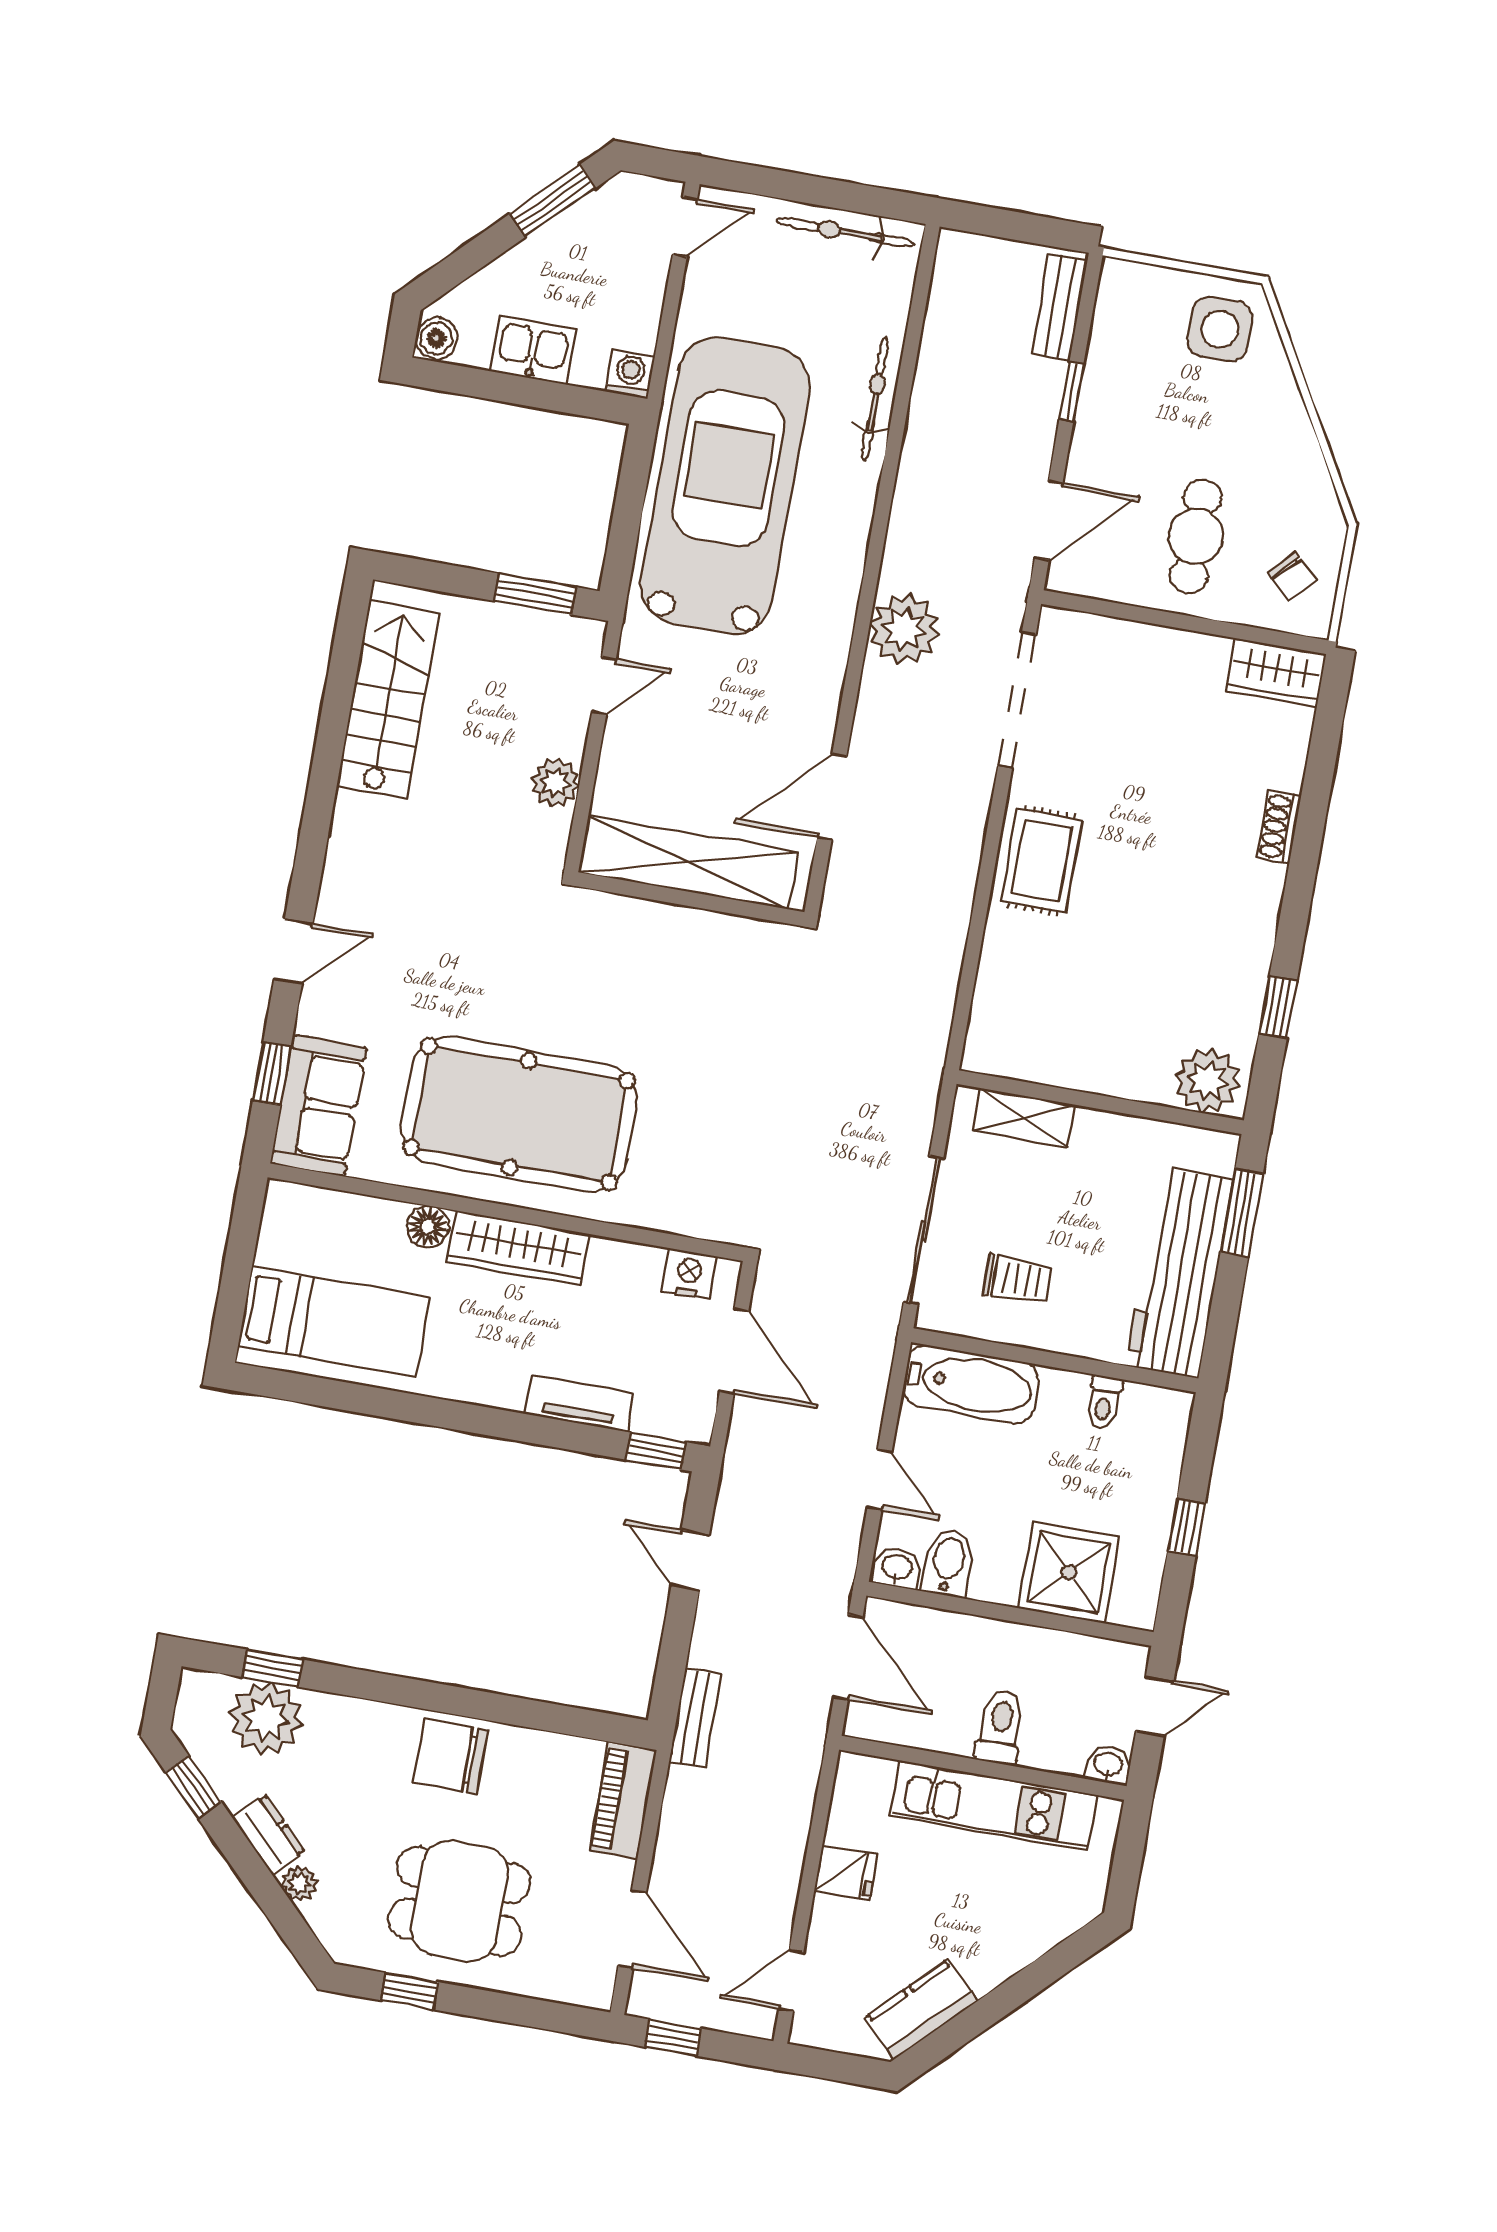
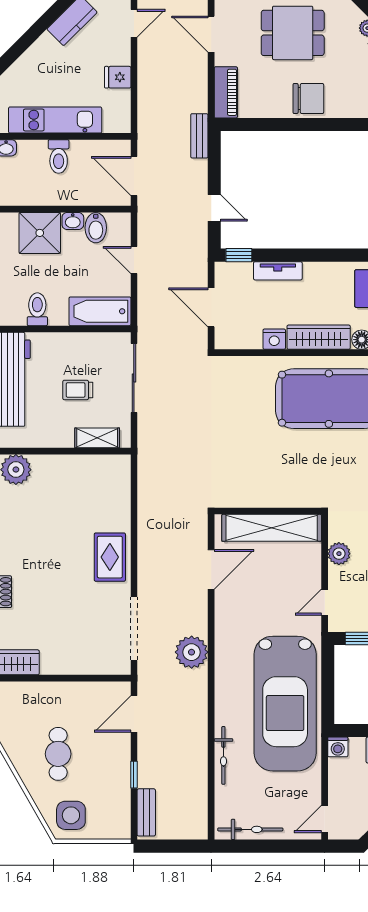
cafe table: (1196, 537) -> (58, 754), moved
chair: (1292, 577) -> (18, 708), removed
nightstand: (689, 1274) -> (274, 339), moved
trolley: (1017, 1279) -> (78, 390), moved
toilet: (1104, 1402) -> (37, 309), width x1.37, depth x1.39
washbasin: (897, 1568) -> (73, 221), moved

